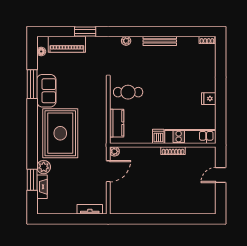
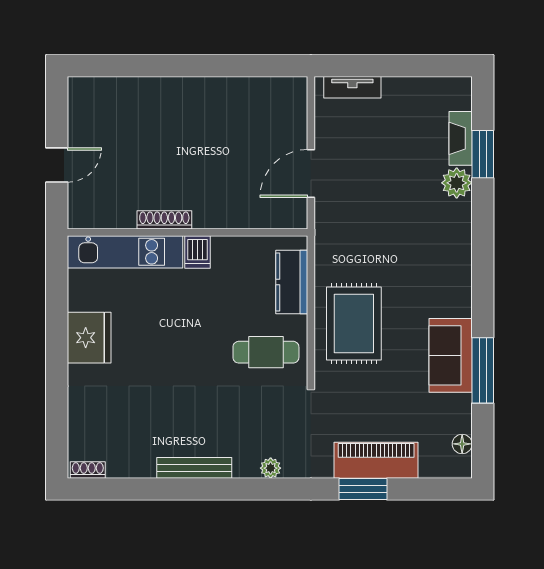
piano: (67, 44) -> (376, 460), moved
fridge: (209, 99) -> (89, 338), width x1.88, depth x1.34
rug: (60, 133) -> (354, 323), moved, width x0.73, depth x0.69
plant: (114, 151) -> (297, 218), removed

